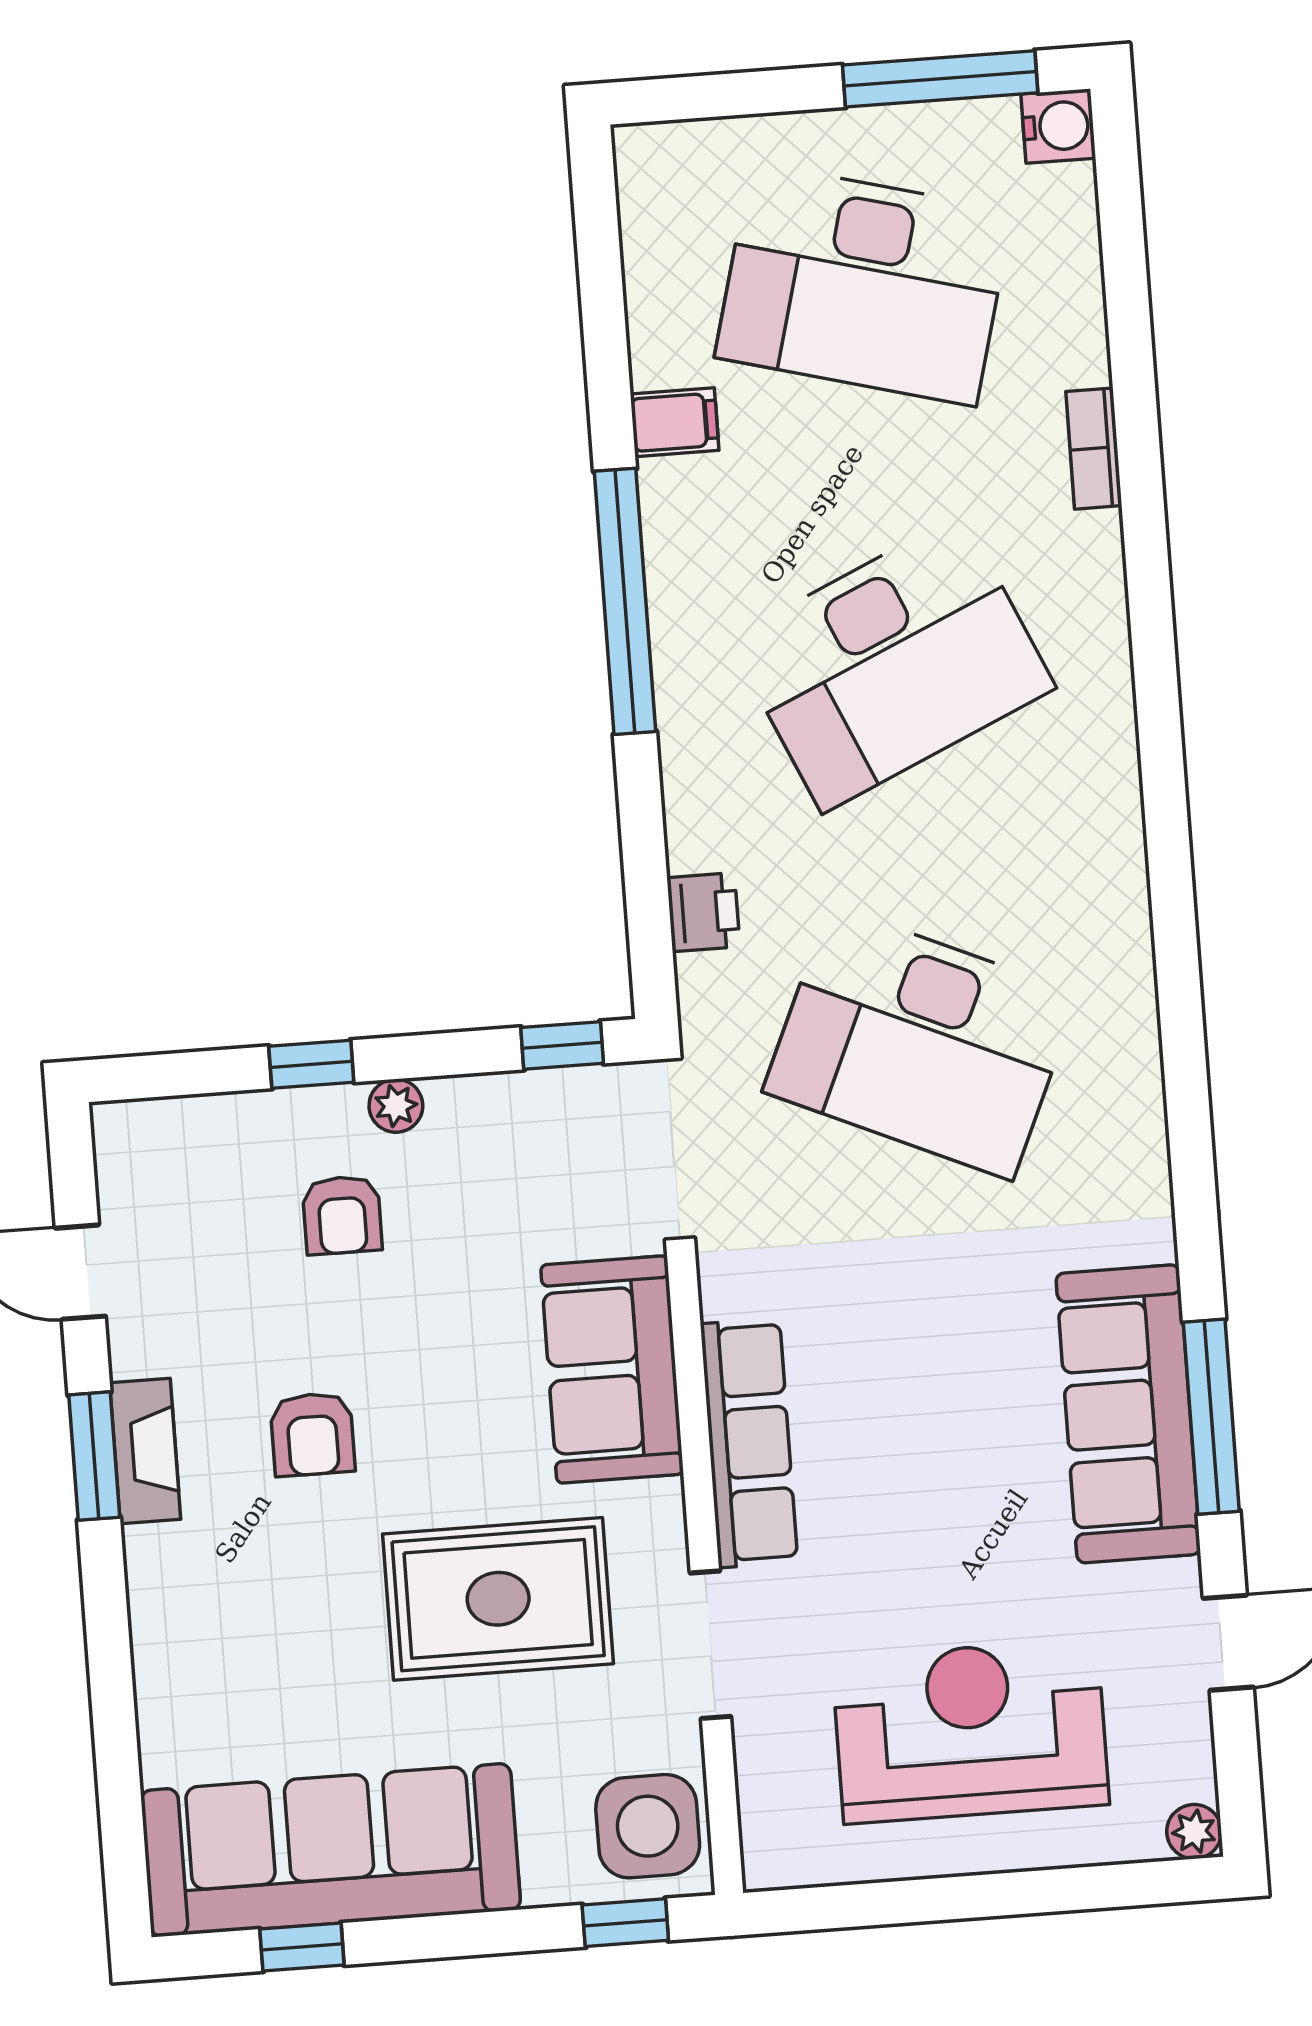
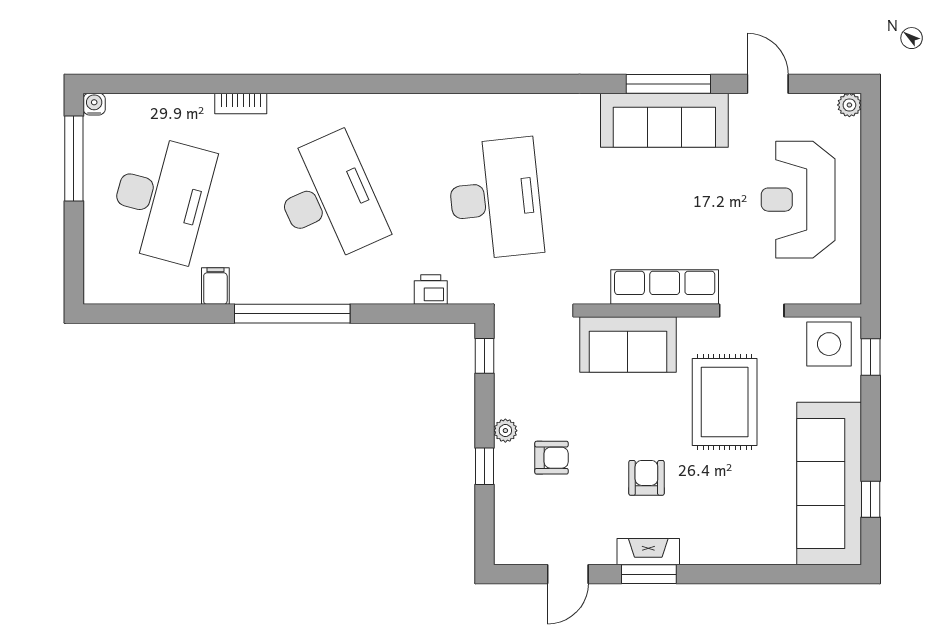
water cooler: (1058, 126) -> (94, 104), width x0.72, depth x0.72
desk: (921, 1043) -> (495, 199), turned -30
armchair: (313, 1434) -> (646, 478), turned -90

